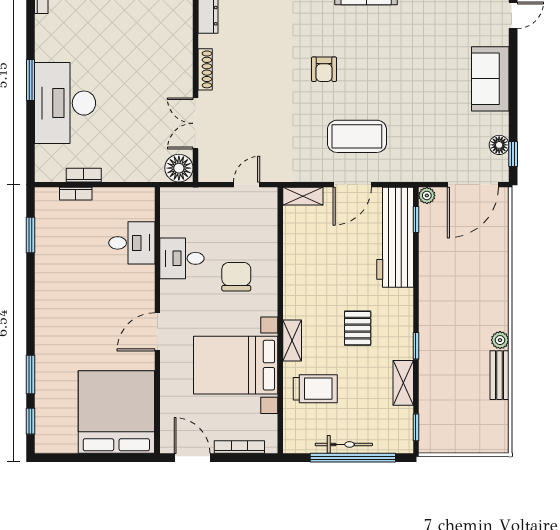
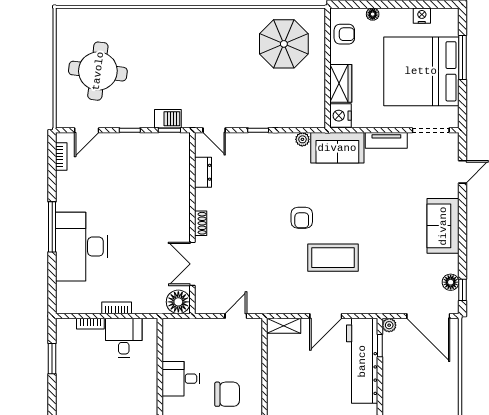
shoe rack: (205, 69) -> (201, 223), width x0.70
window: (31, 80) -> (52, 227), width x1.44
coffee table: (357, 136) -> (333, 258), moved
bookcase: (84, 175) -> (117, 308), moved
door: (473, 185) -> (428, 316), hinge flipped
desk: (132, 243) -> (124, 338), moved, turned -90
chair: (236, 277) -> (227, 394), turned 90

